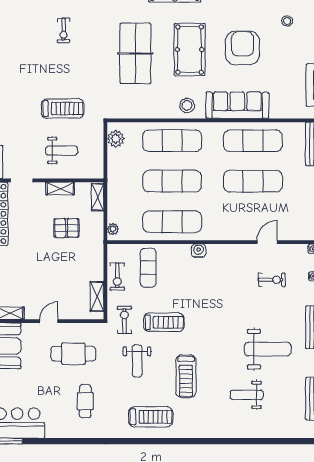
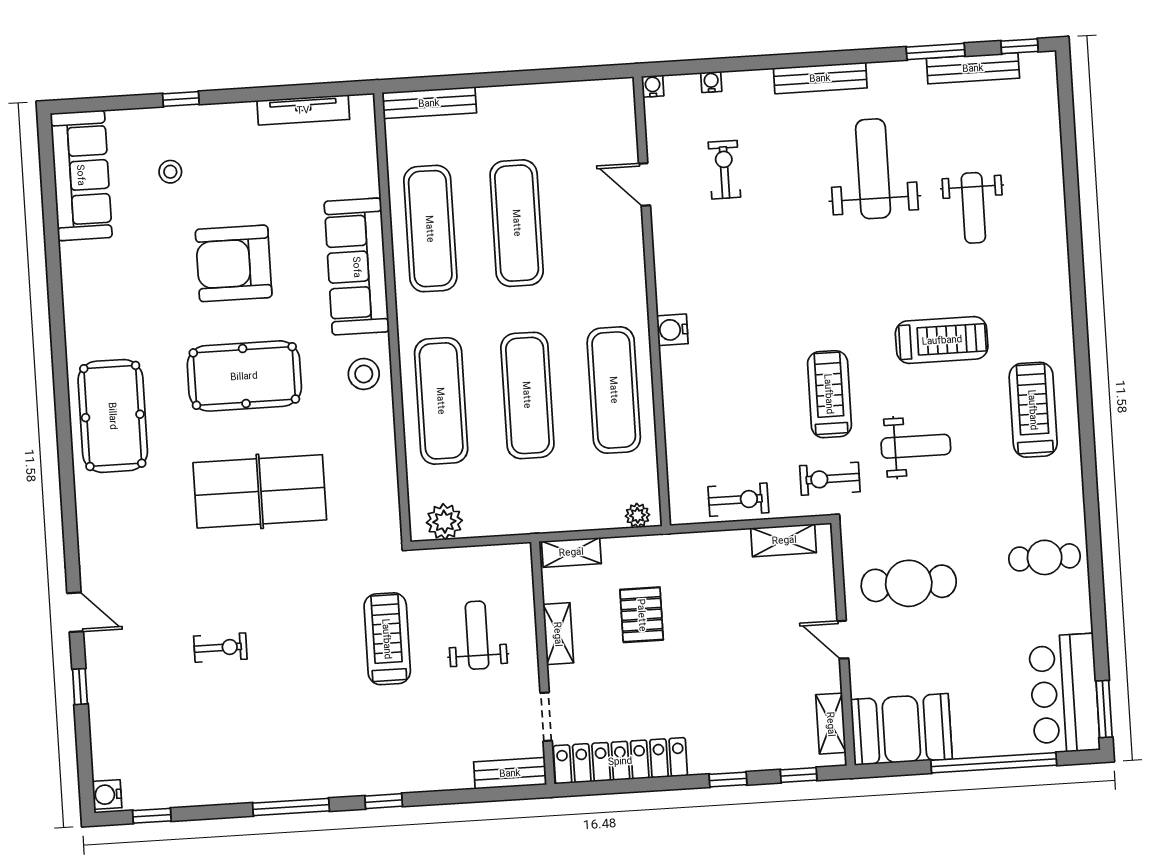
exercise mat: (148, 268) -> (715, 435), removed
cafe table: (73, 354) -> (909, 583), turned 90
cafe table: (85, 401) -> (1045, 557), moved

